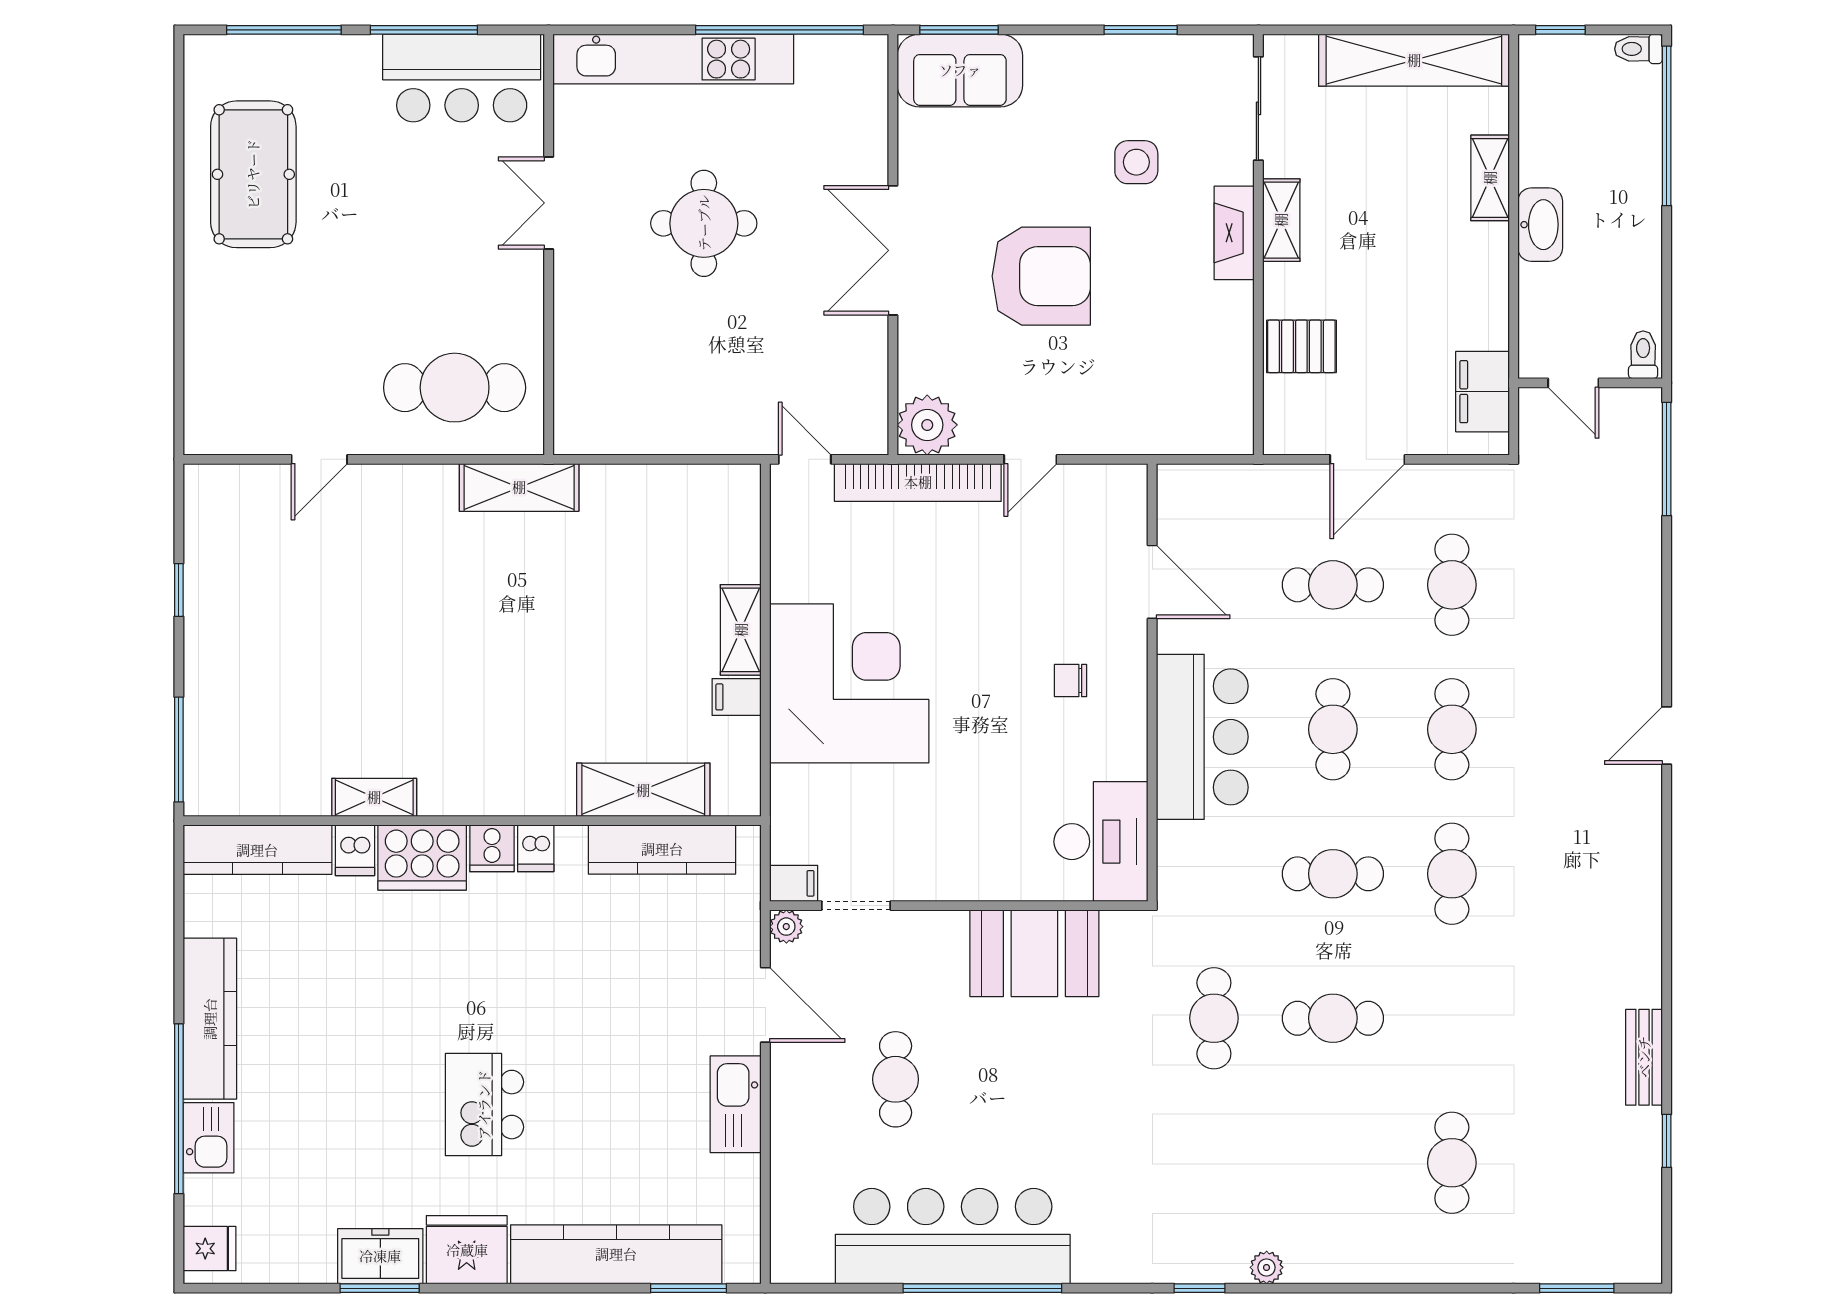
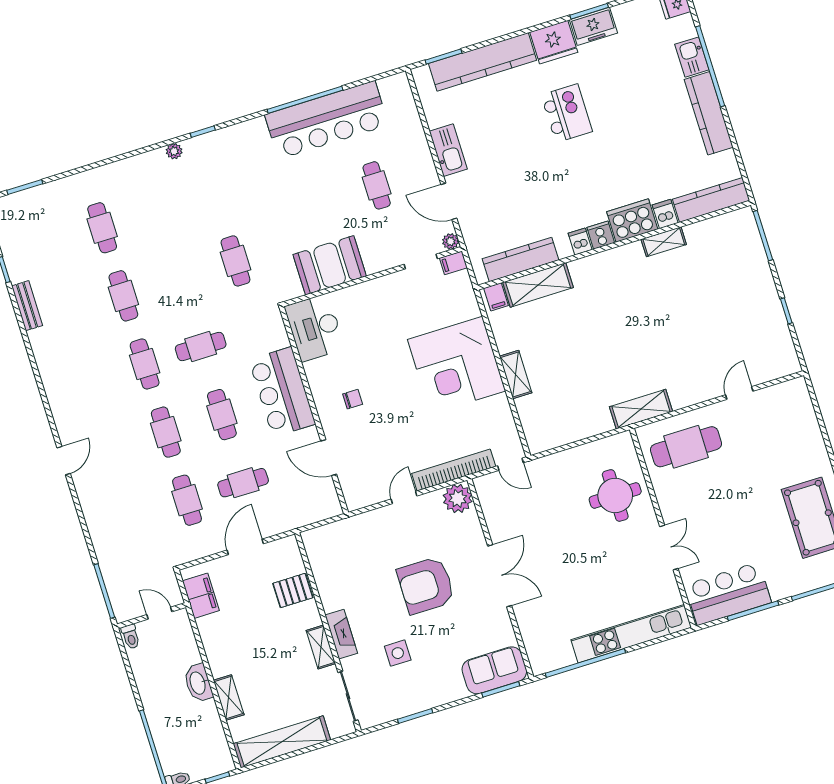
round table: (704, 223) -> (615, 495), moved
filing cabinet: (737, 697) -> (496, 297), moved, turned 90
cafe table: (1333, 1018) -> (123, 296), moved, turned 90

